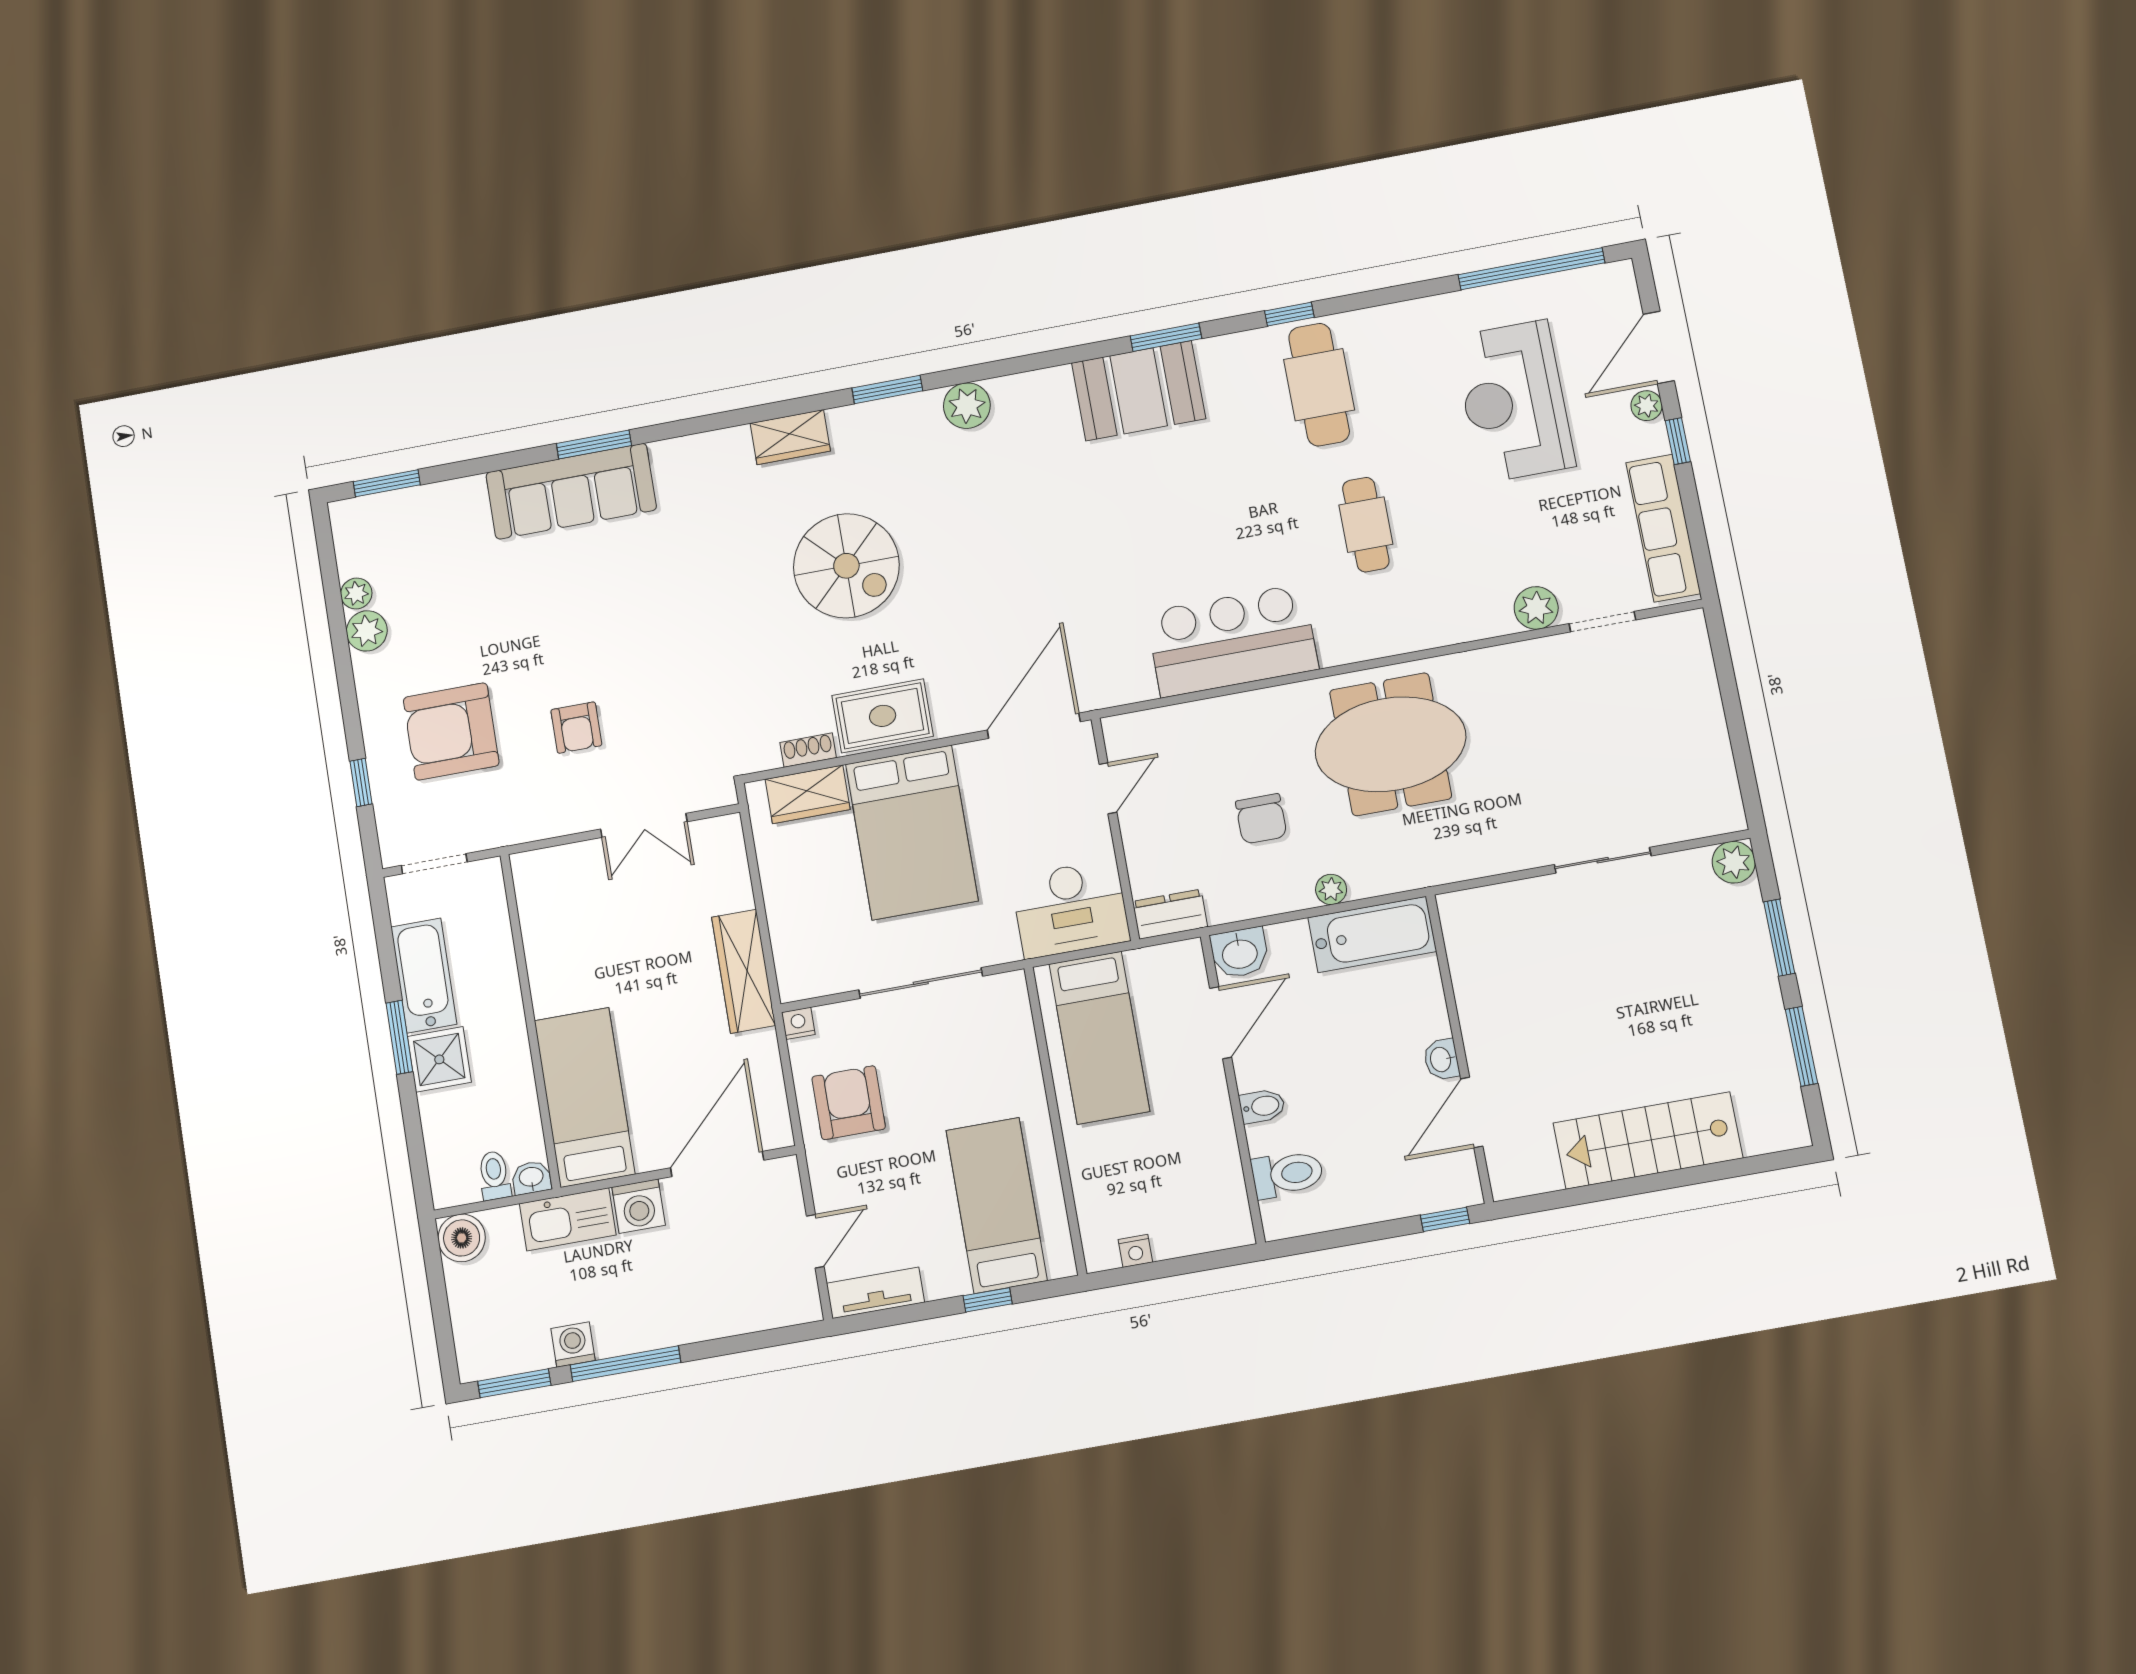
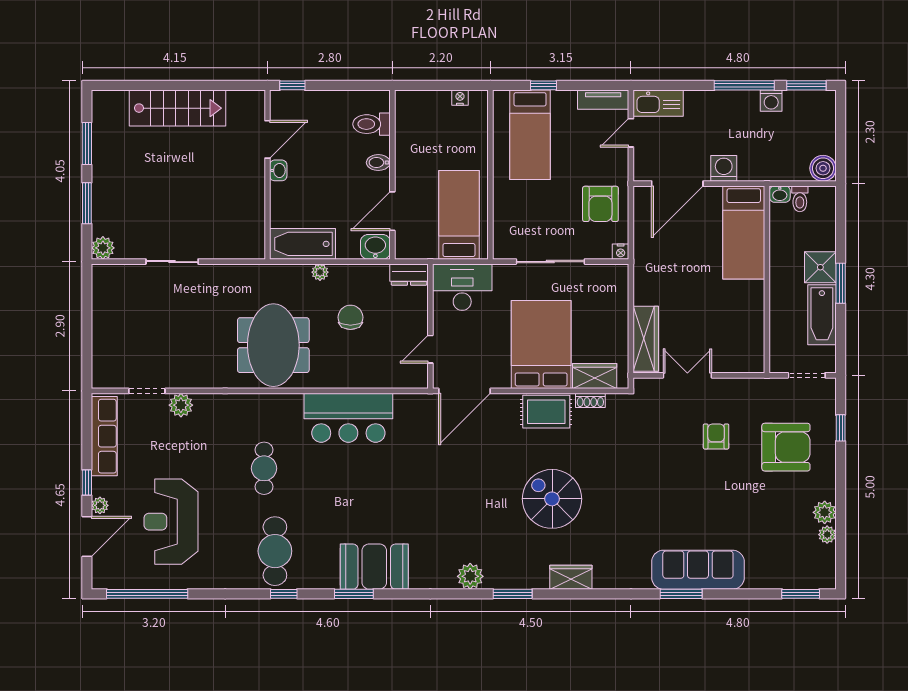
reception desk: (1514, 401) -> (171, 522), turned 180
meeting table: (1391, 744) -> (273, 345), turned 90
wardrobe: (743, 971) -> (646, 339), moved
kitchen sink: (568, 1219) -> (658, 103), moved, turned 180

